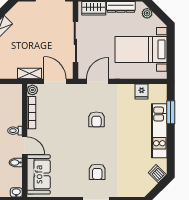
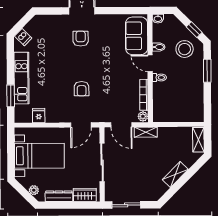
armchair: (96, 119) -> (82, 89), turned 180

